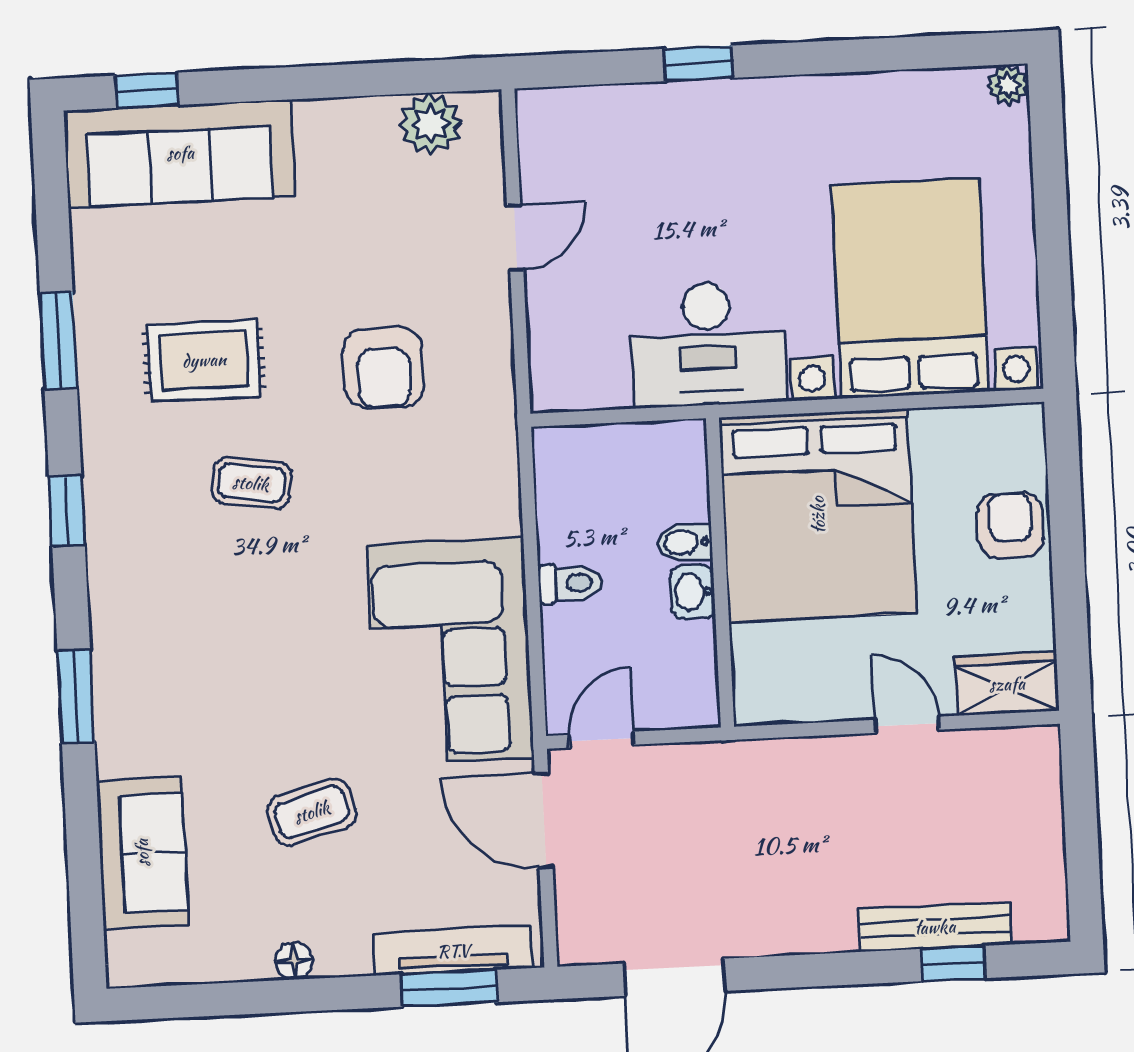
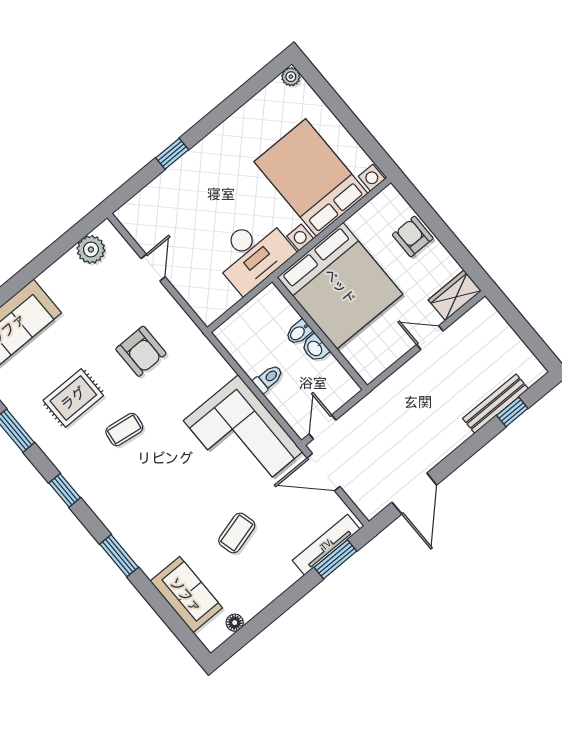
floor lamp: (294, 961) -> (235, 623), moved

